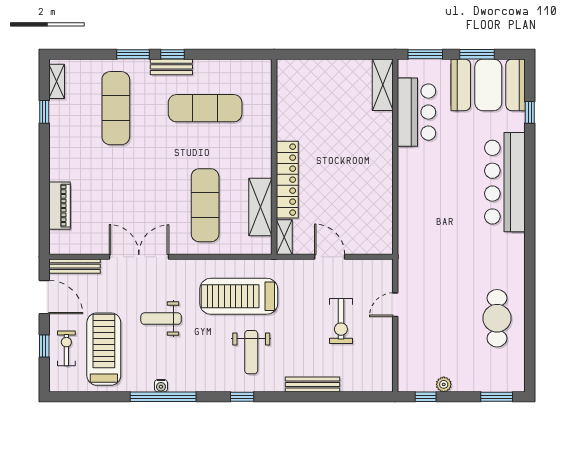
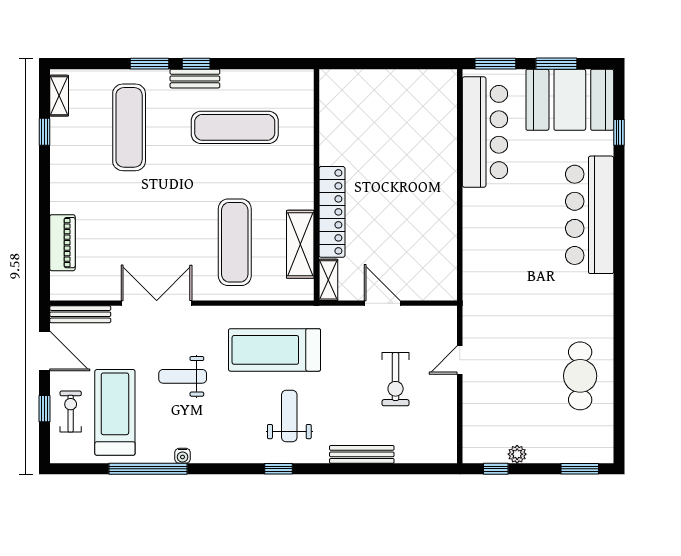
shelving: (383, 85) -> (445, 100), removed
bar counter: (417, 112) -> (485, 132), width x1.36
weight bench: (251, 352) -> (289, 416), turned 180
window: (163, 397) -> (148, 469), moved

